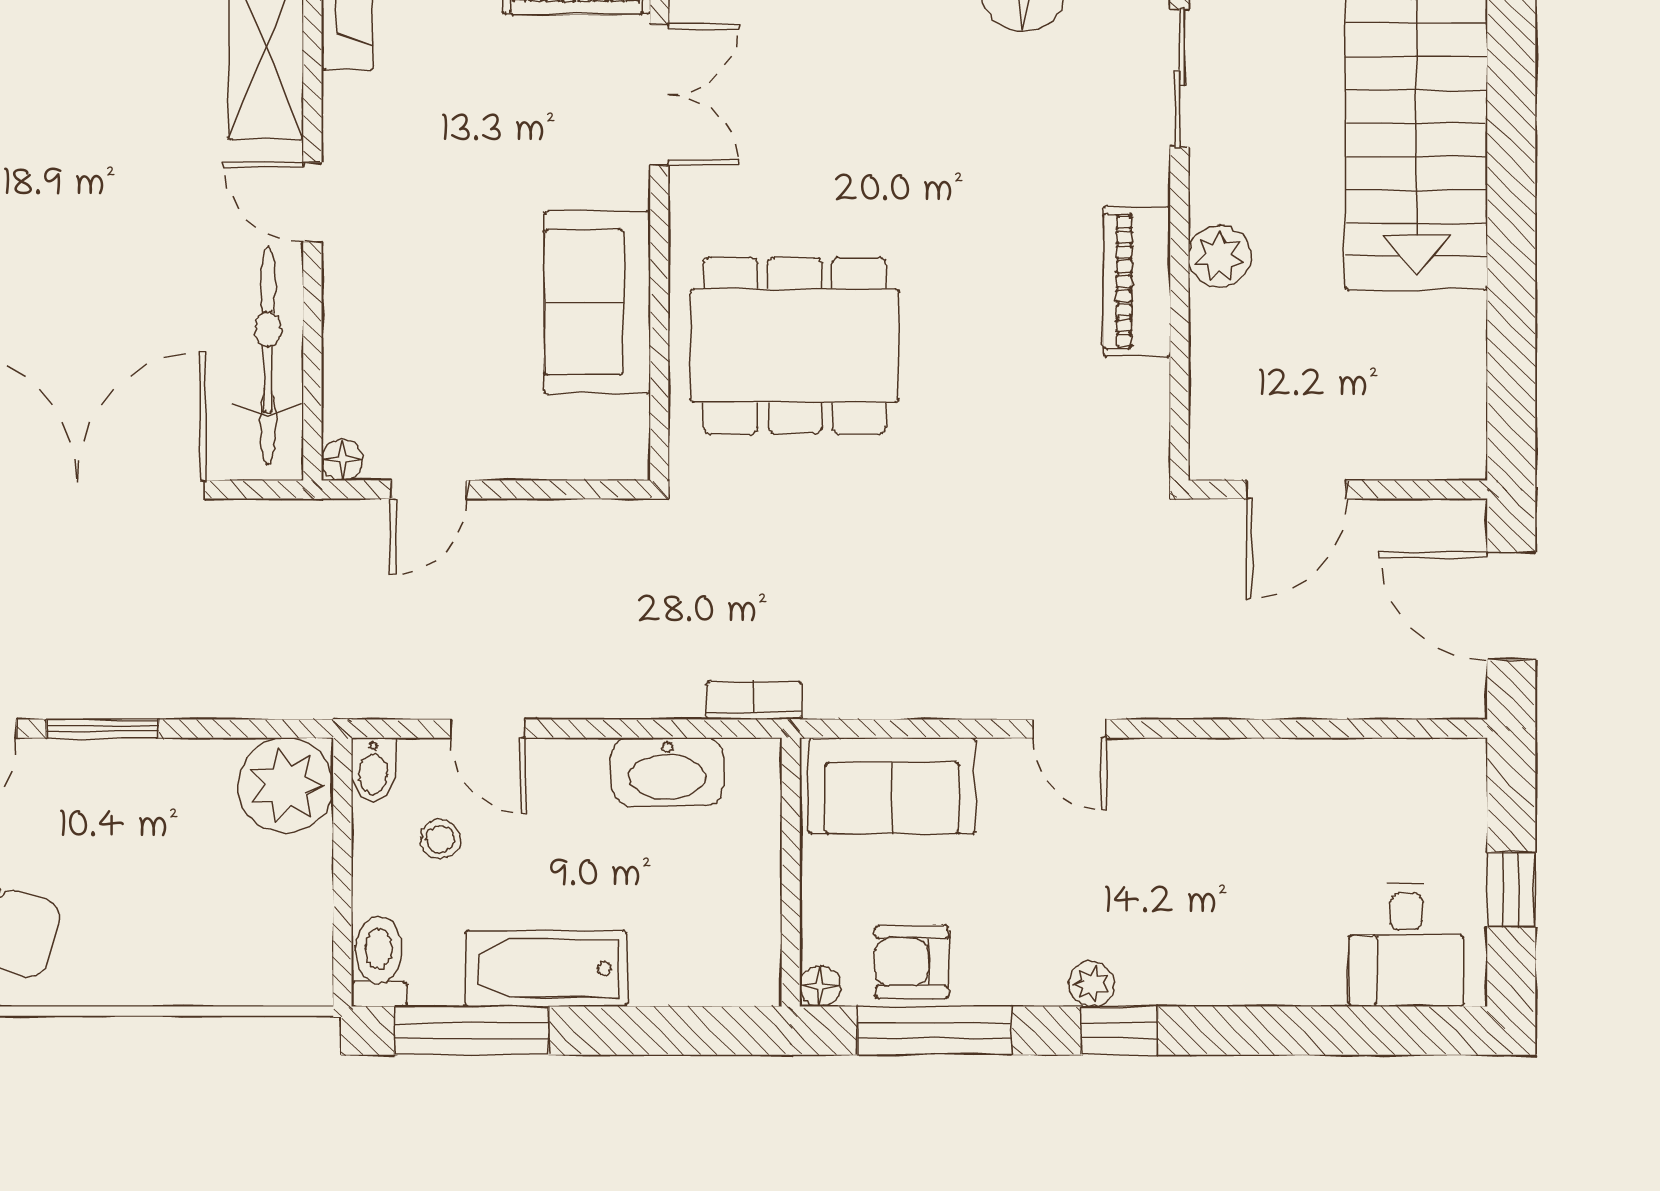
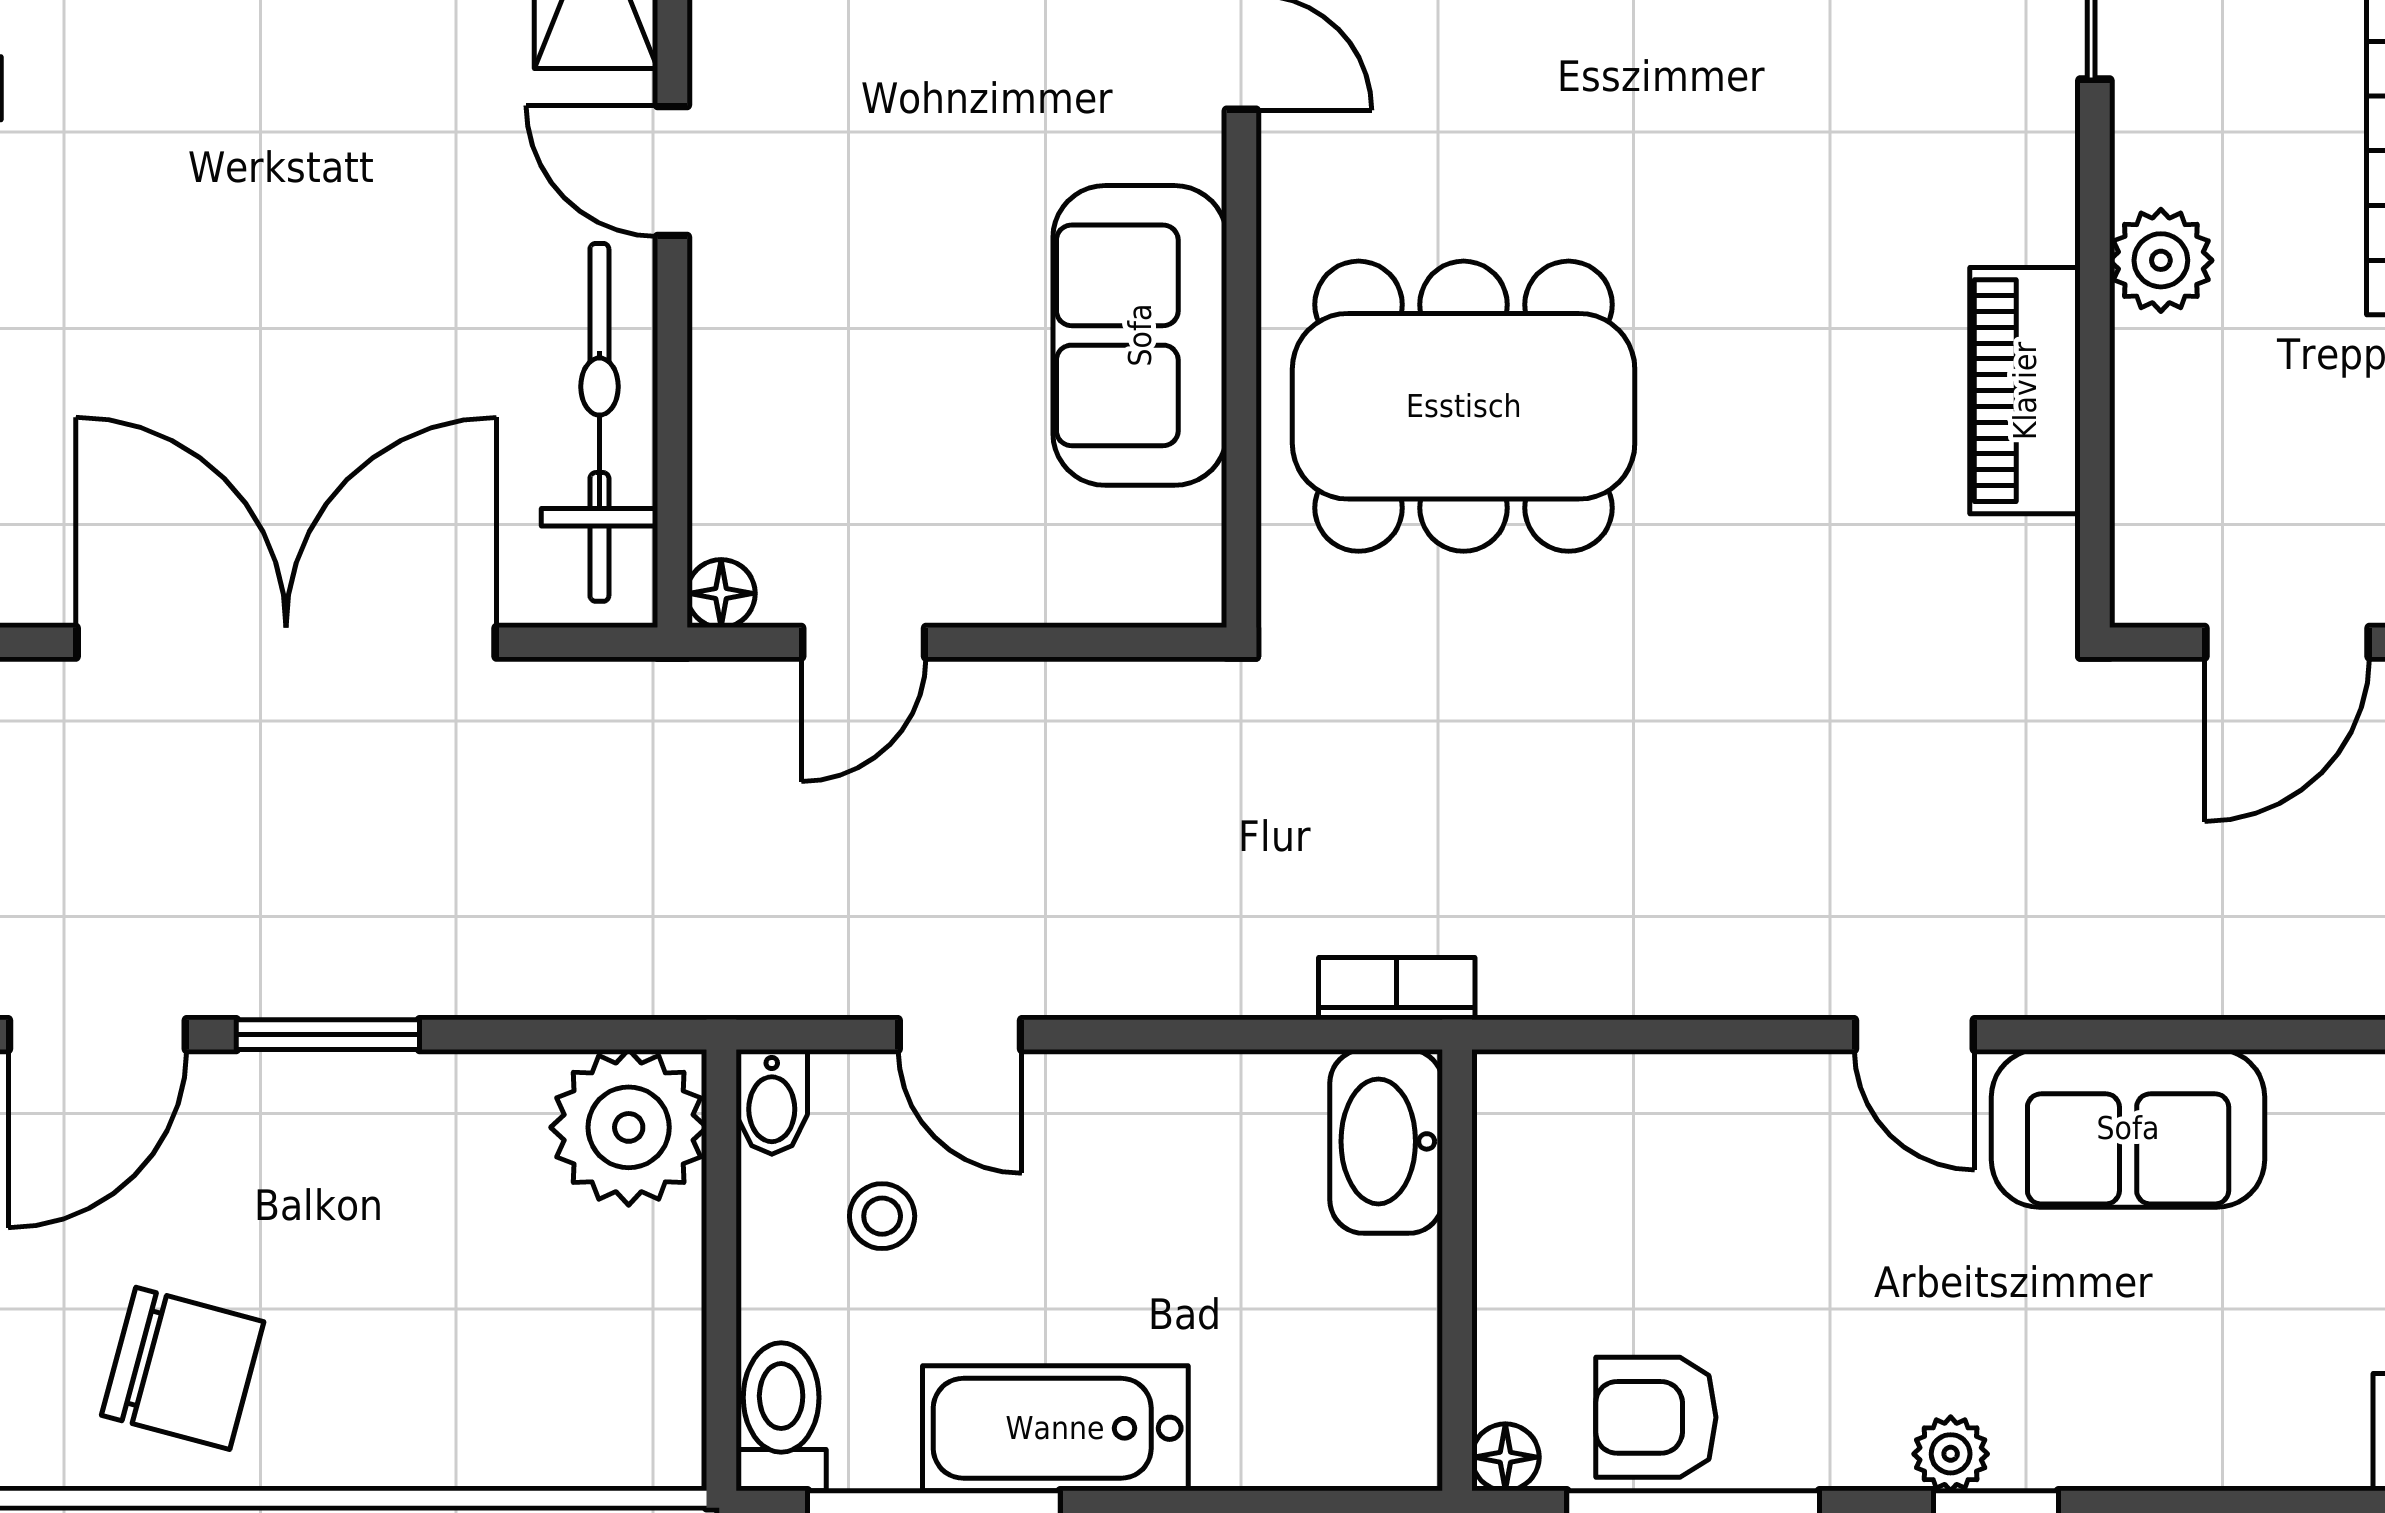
piano: (1137, 281) -> (2025, 391), moved
washbasin: (667, 772) -> (1386, 1141), moved, turned 90
sofa: (892, 786) -> (2128, 1128), moved

